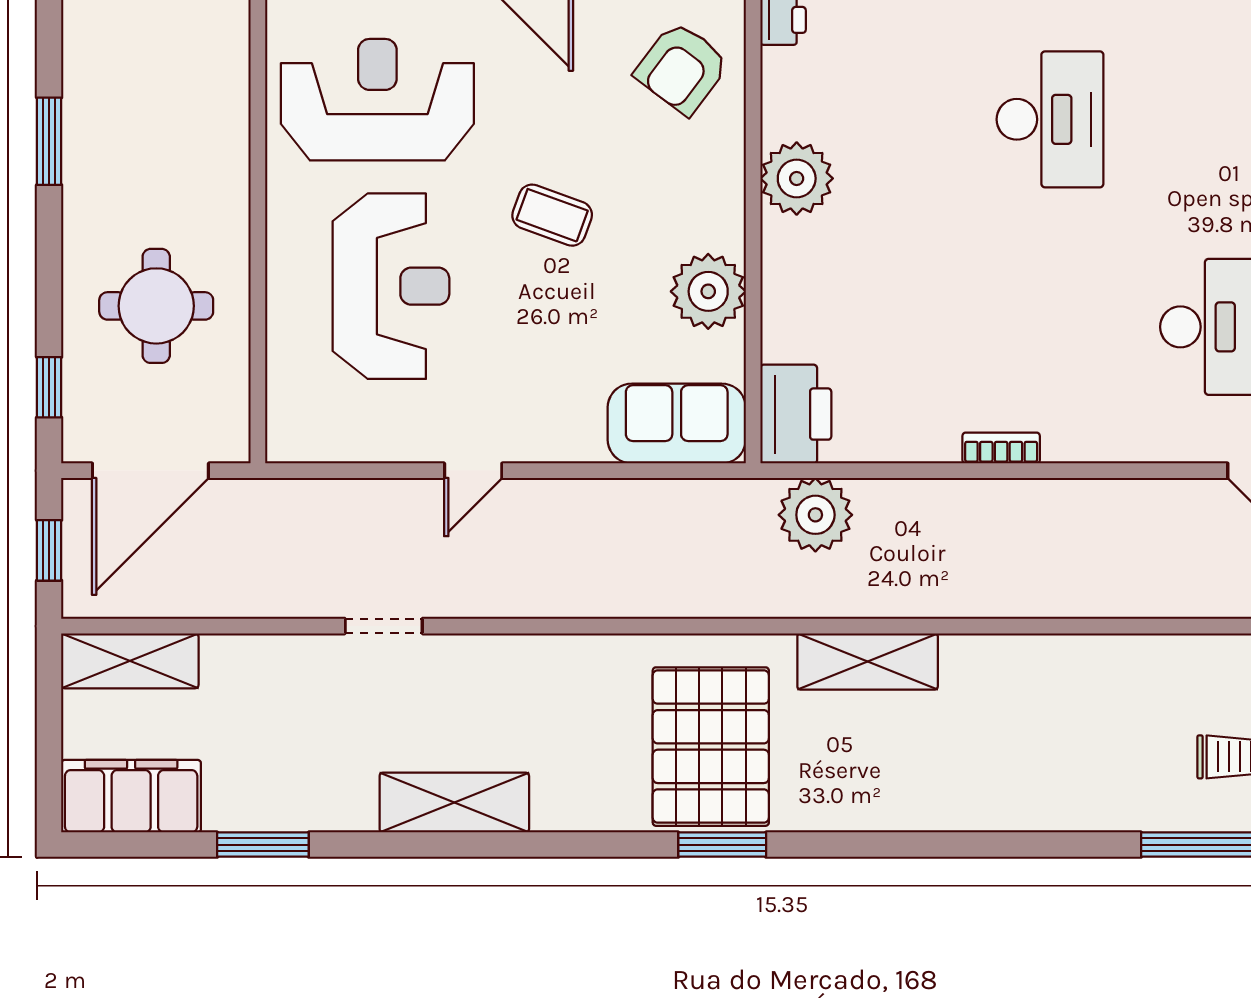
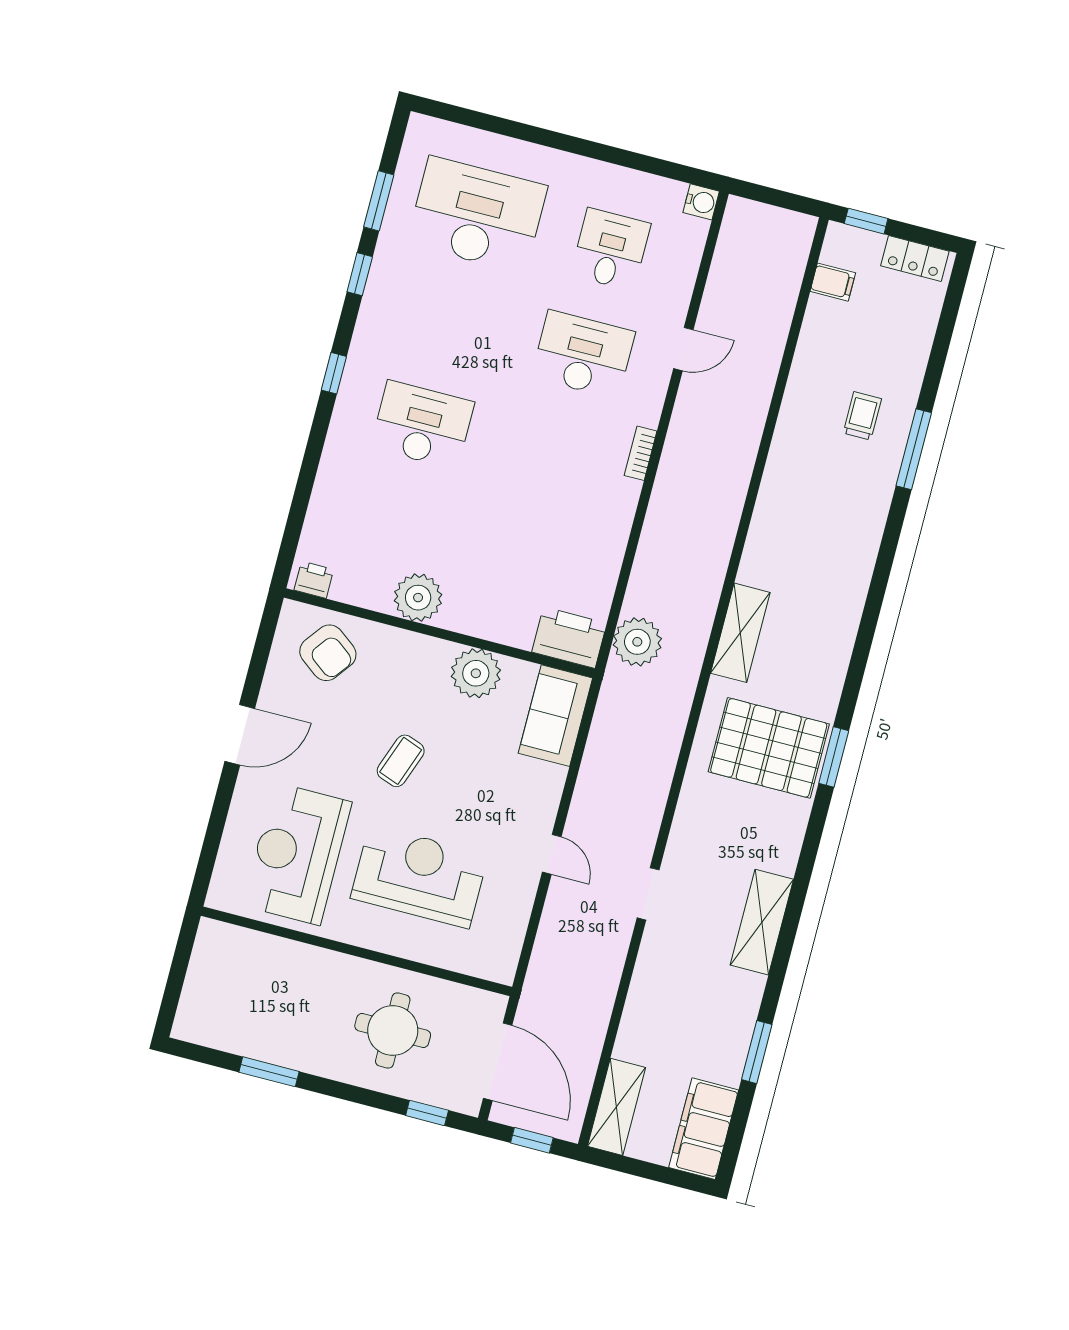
bookcase: (1001, 448) -> (641, 453), moved
doorway: (384, 626) -> (648, 894), moved

